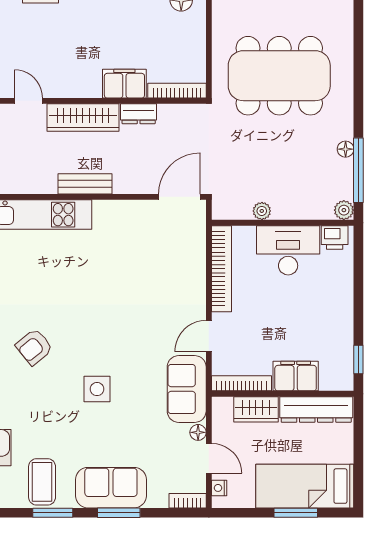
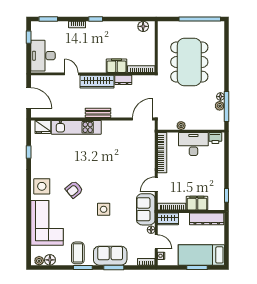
dining table: (279, 76) -> (189, 62), turned 90
plant: (344, 210) -> (220, 106), moved
wardrobe: (256, 409) -> (168, 219), moved

